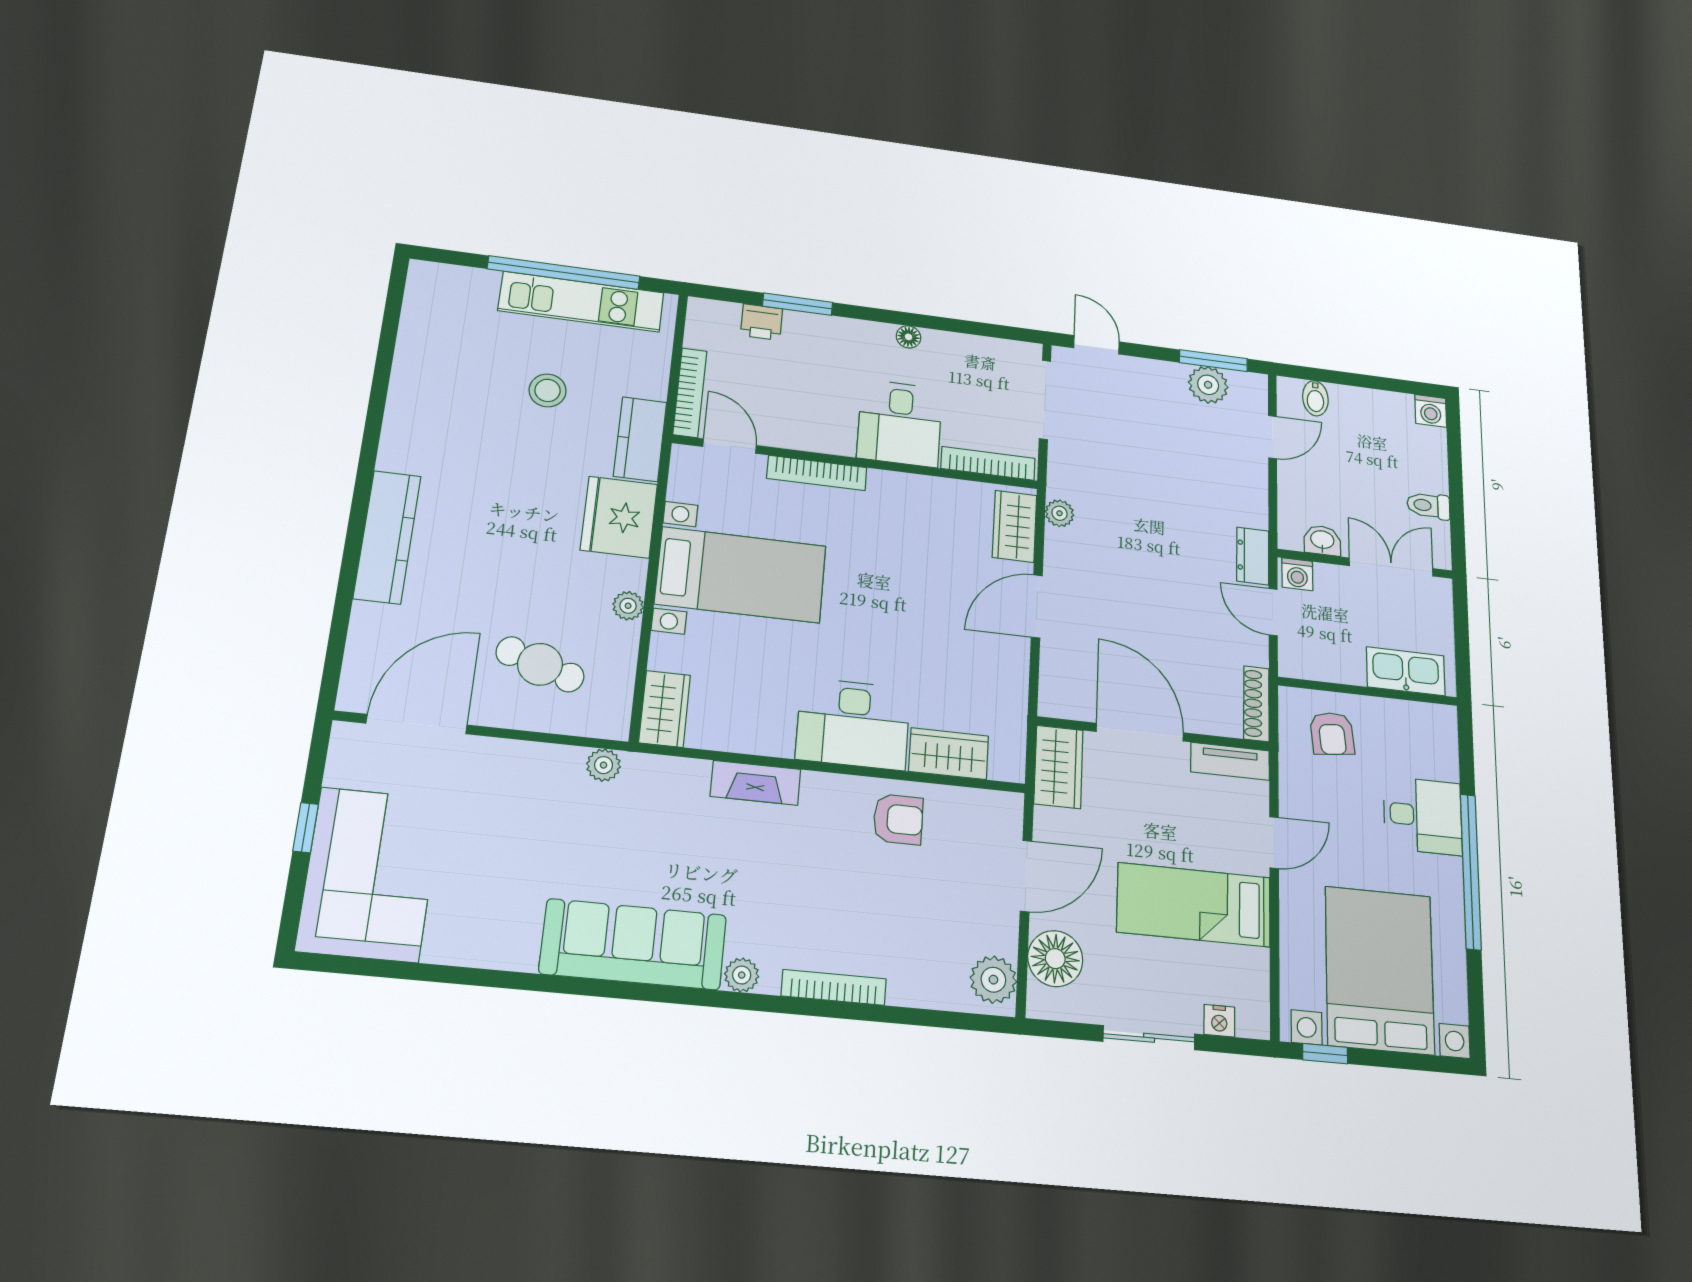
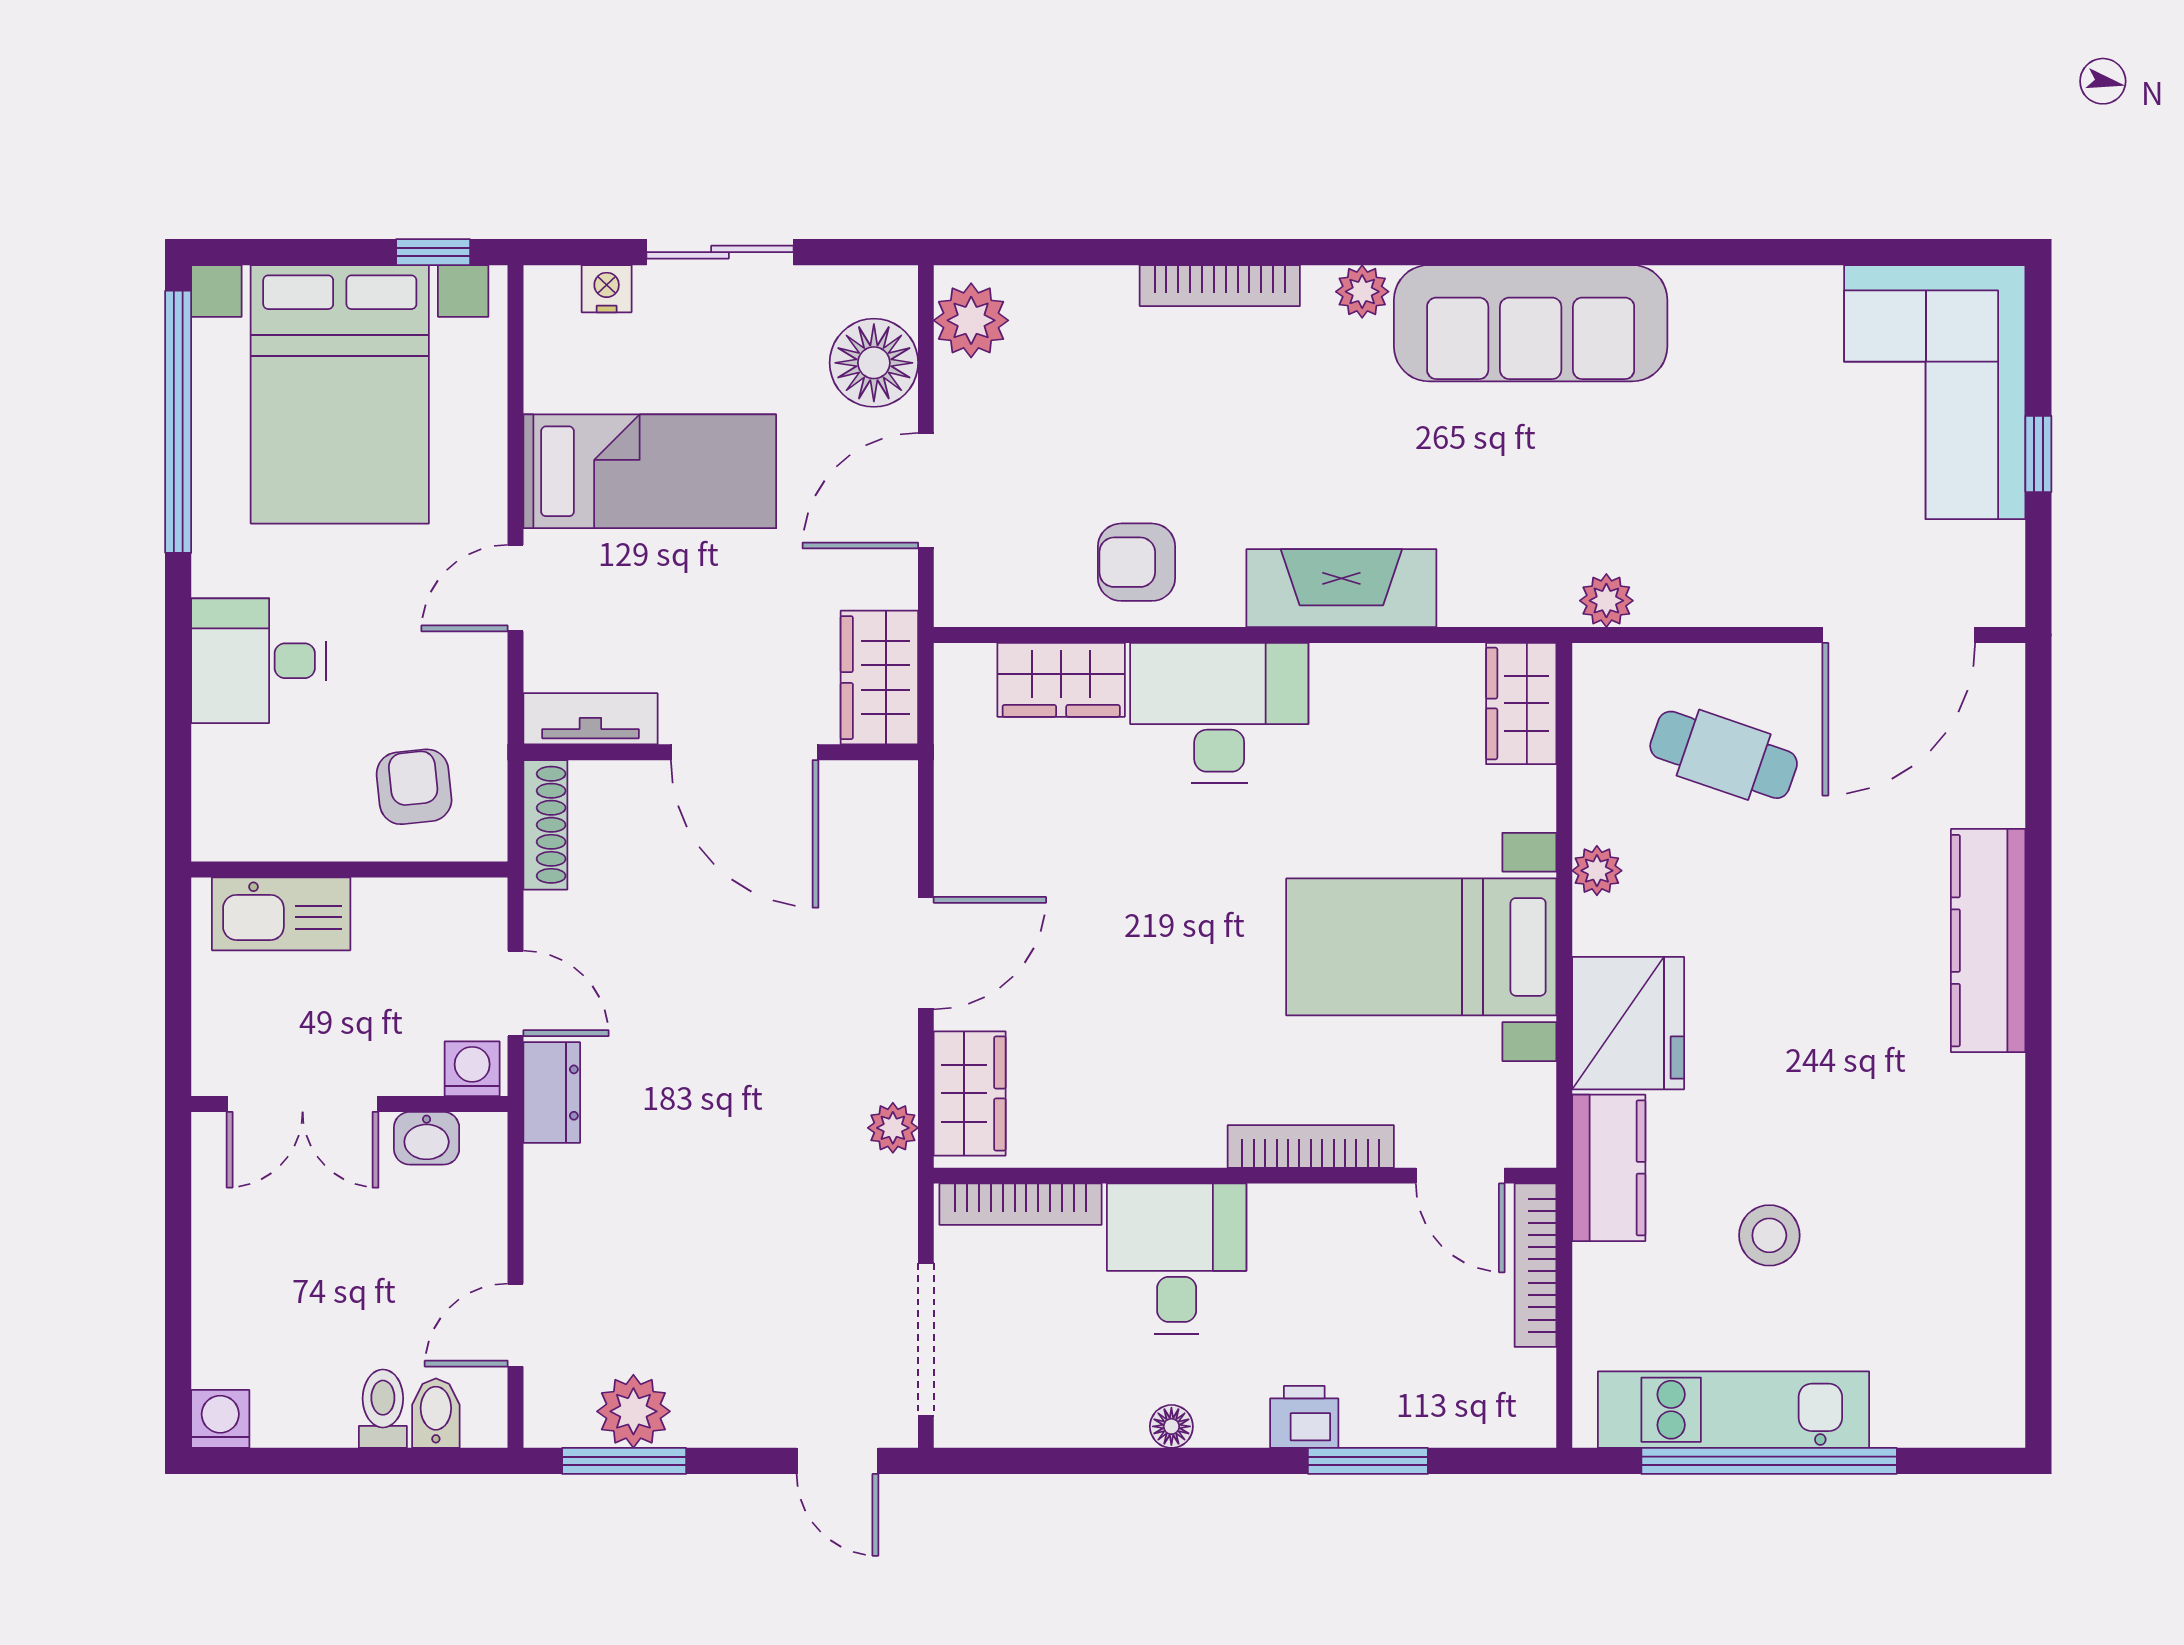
printer: (762, 322) -> (1304, 1417), moved
toilet: (1428, 506) -> (383, 1409), moved, turned -90
fireplace: (756, 783) -> (1341, 588), width x1.37, depth x1.32
window: (1471, 871) -> (178, 422), moved

